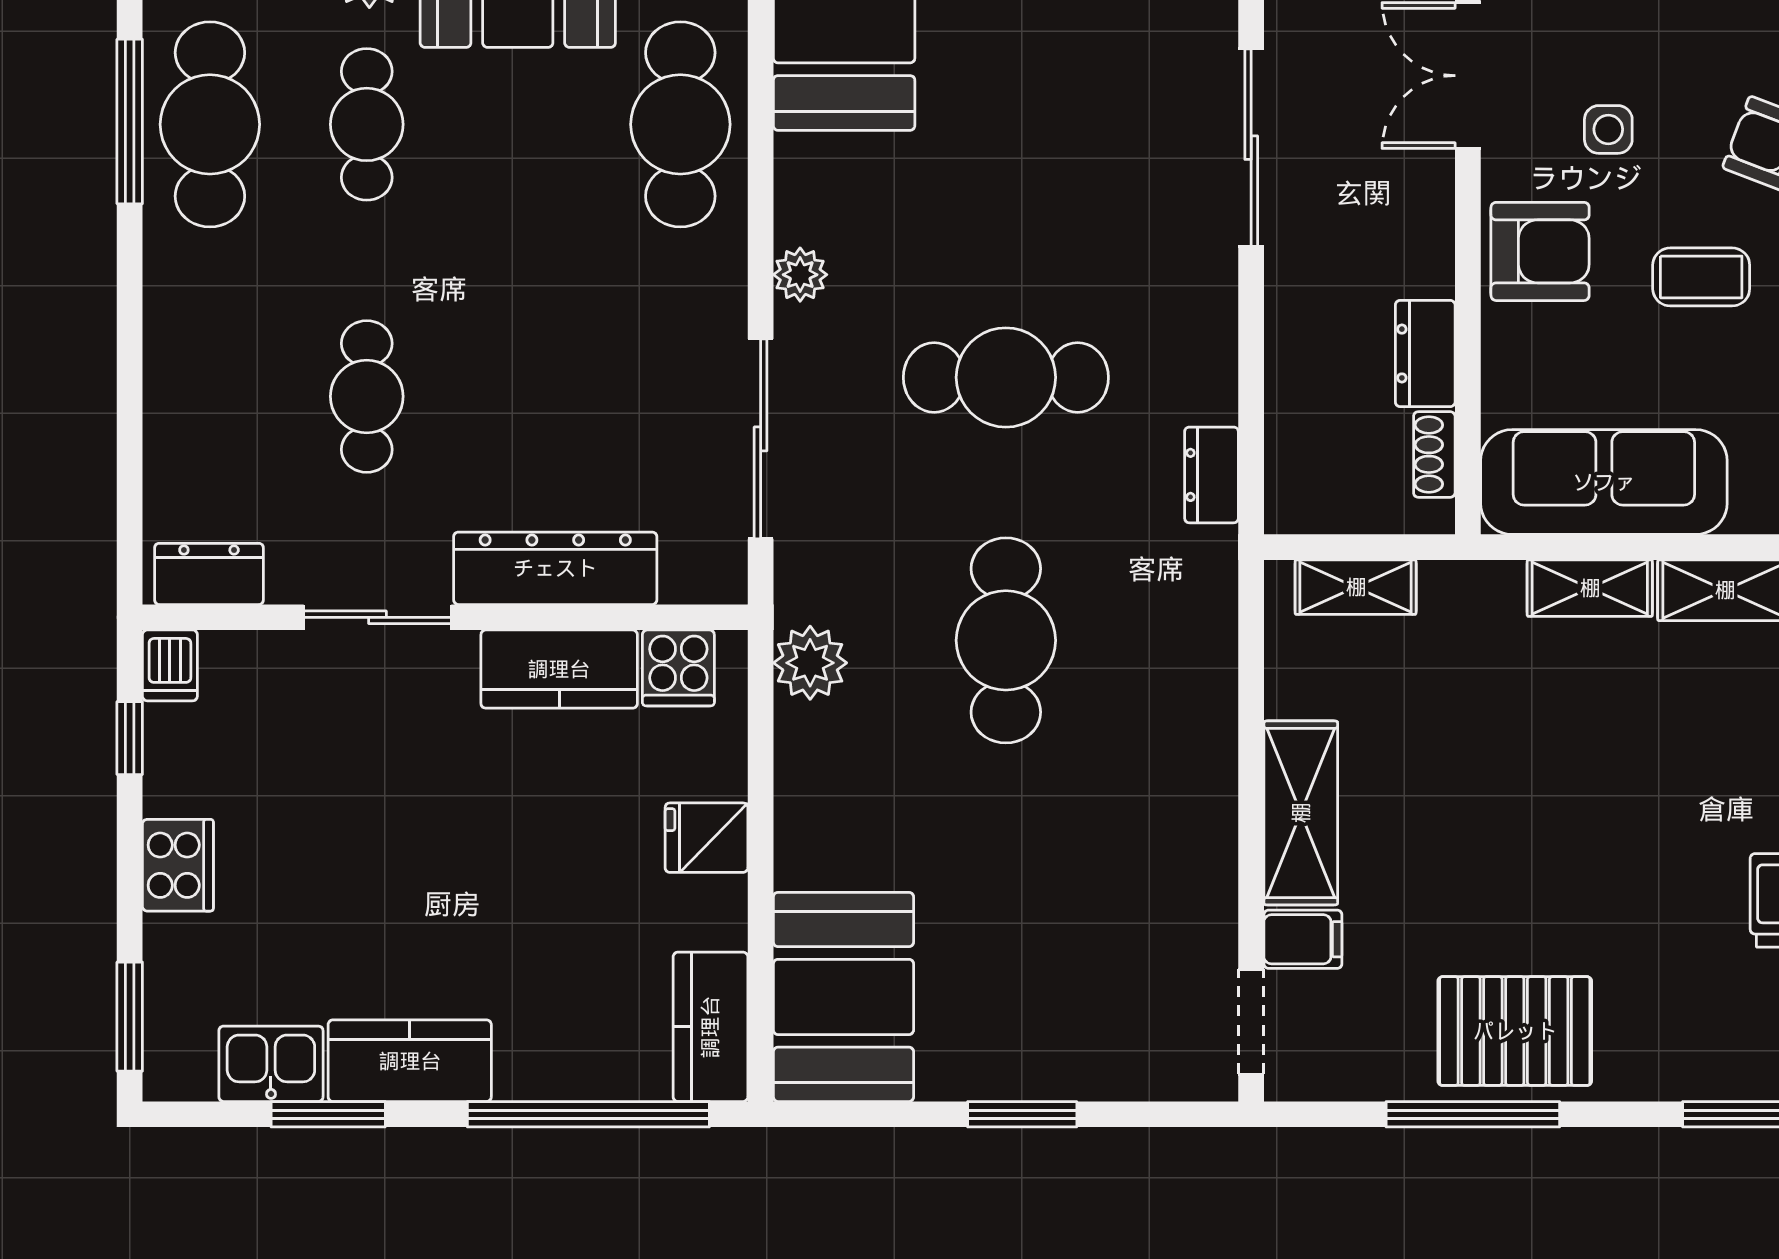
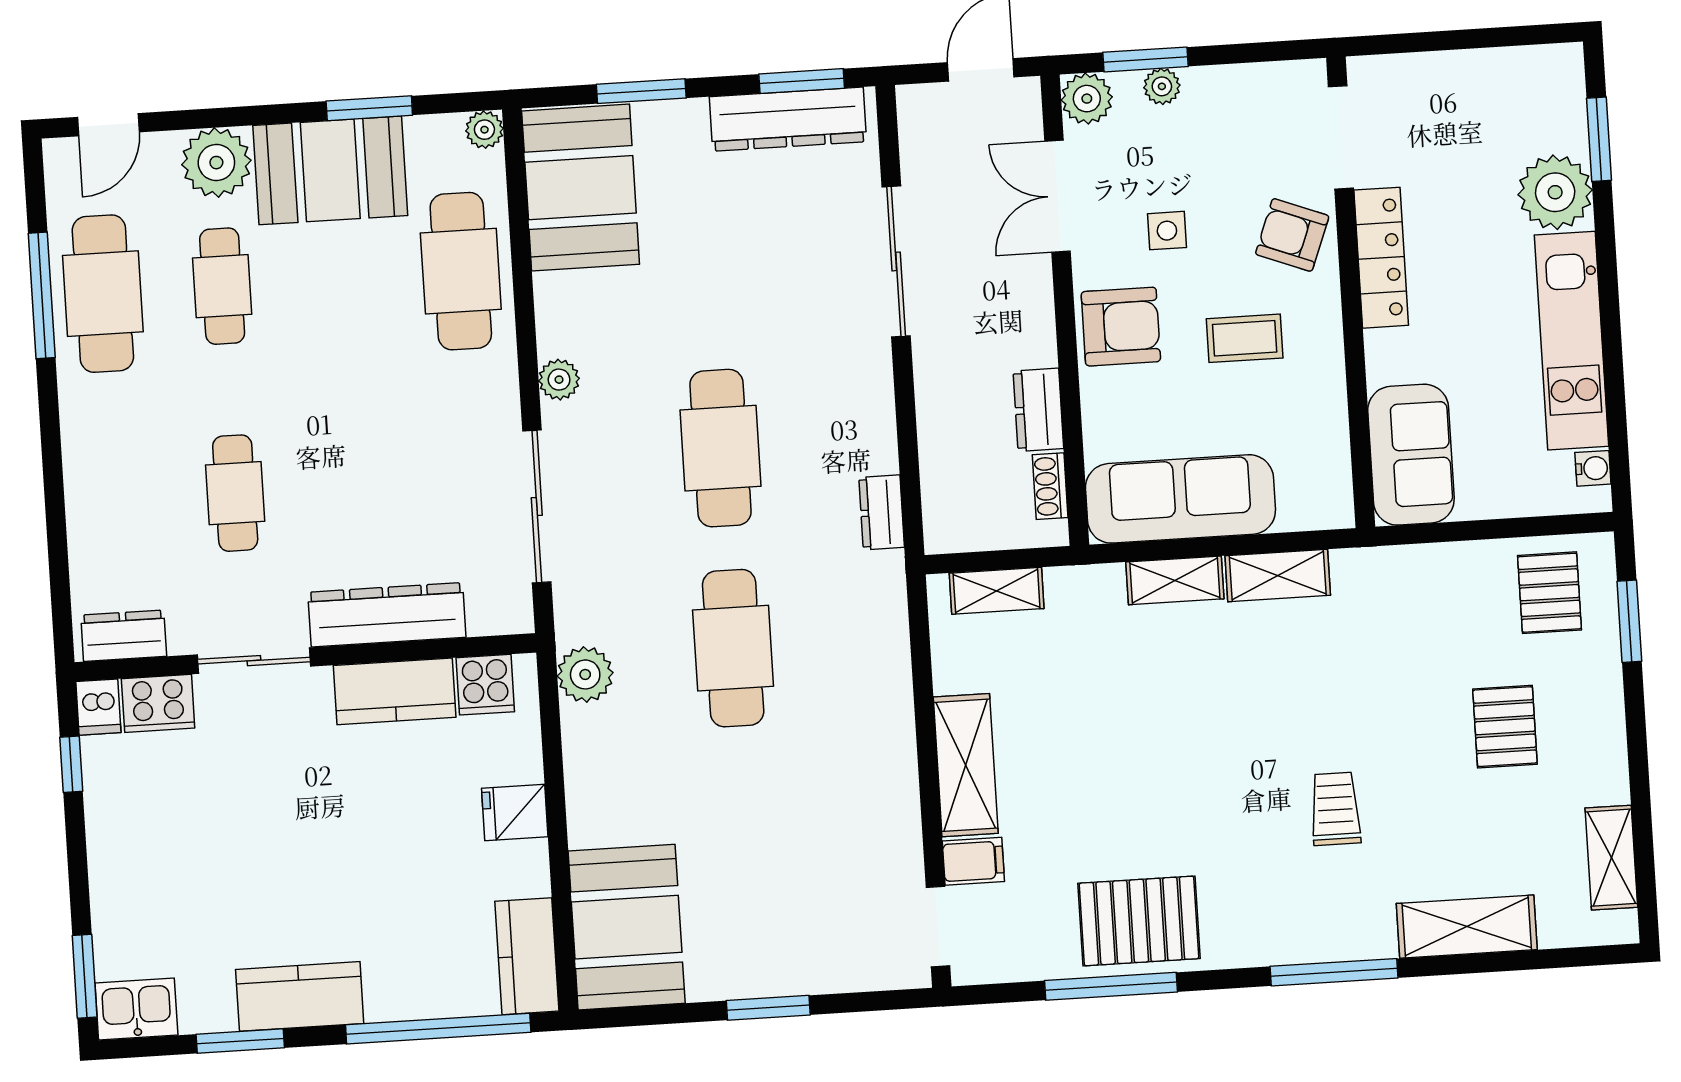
cafe table: (1006, 377) -> (721, 448), turned 90
cooker: (178, 865) -> (158, 703), moved, turned 90
kitchen sink: (271, 1064) -> (136, 1009), moved

